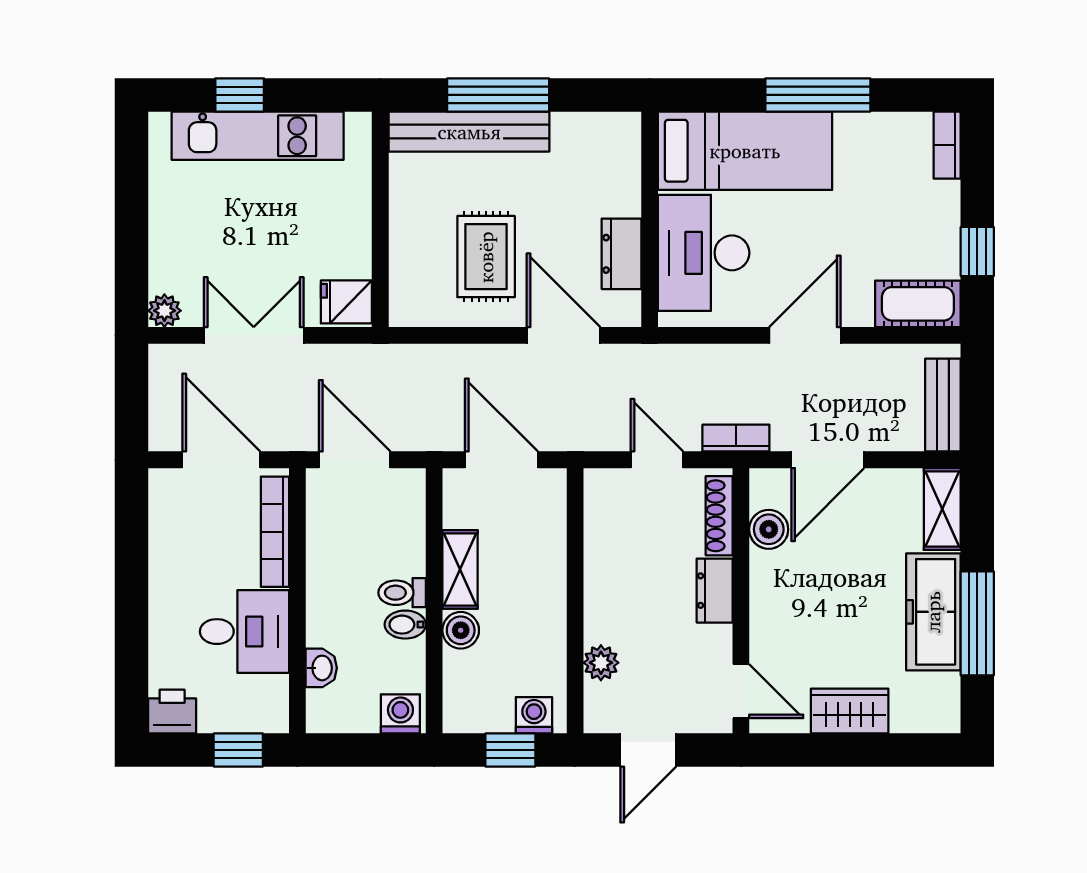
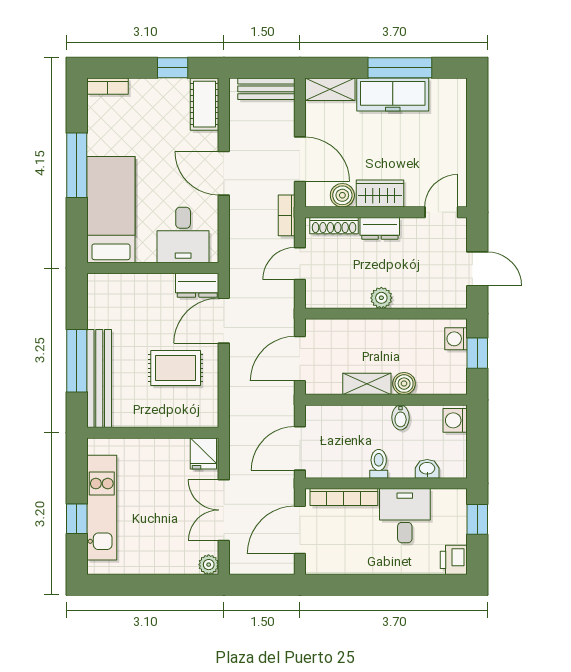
desk: (704, 253) -> (183, 235), width x0.73
dresser: (622, 254) -> (197, 285), moved
toilet: (402, 593) -> (379, 464), moved, turned 180
plant: (601, 663) -> (381, 298), moved
wardrobe: (850, 711) -> (380, 194), moved, turned 90

